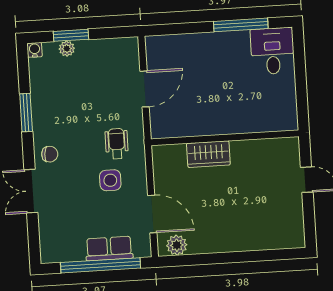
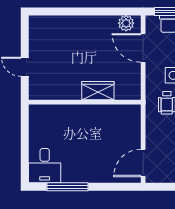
door: (145, 89) -> (143, 163), moved

